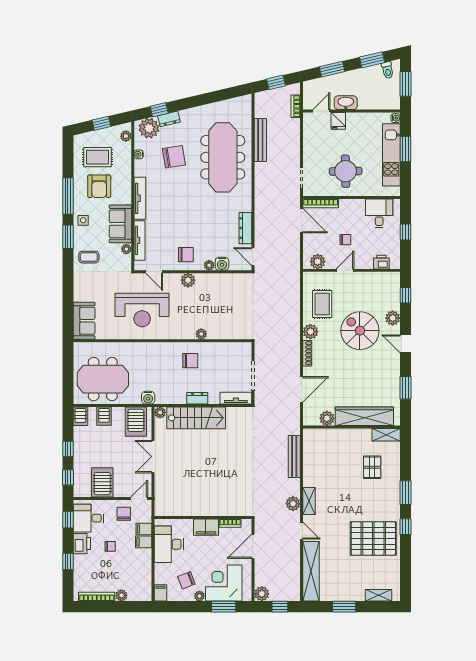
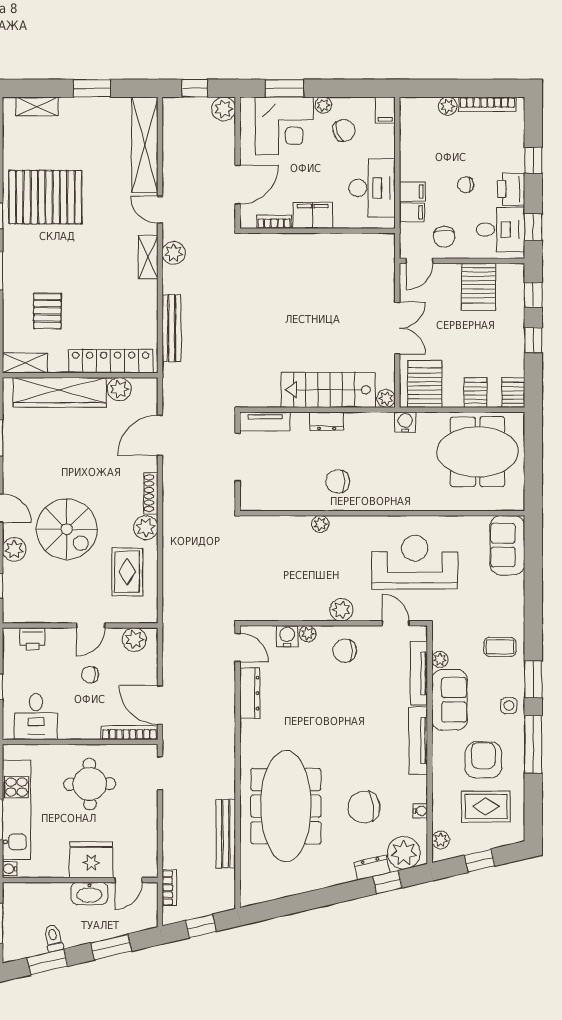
toilet: (388, 70) -> (53, 938), moved
fridge: (338, 121) -> (91, 860), width x1.88, depth x1.34
locker: (332, 436) -> (111, 361), added

